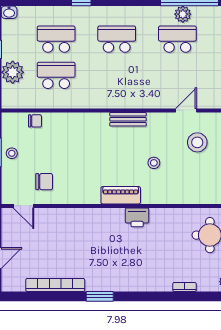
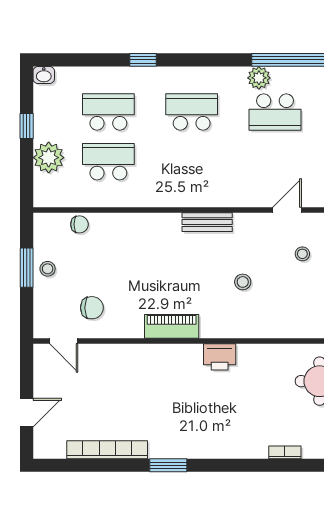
plant: (183, 14) -> (259, 78), moved
school desk: (177, 39) -> (275, 112), turned 180
stool: (197, 142) -> (302, 254), width x0.53, depth x0.53
piano: (121, 195) -> (172, 326), moved

